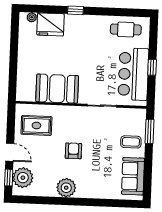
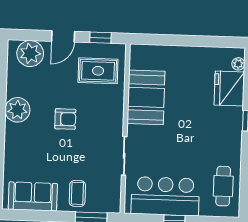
rug: (36, 125) -> (98, 71), turned 90
window: (9, 178) -> (100, 38), moved

